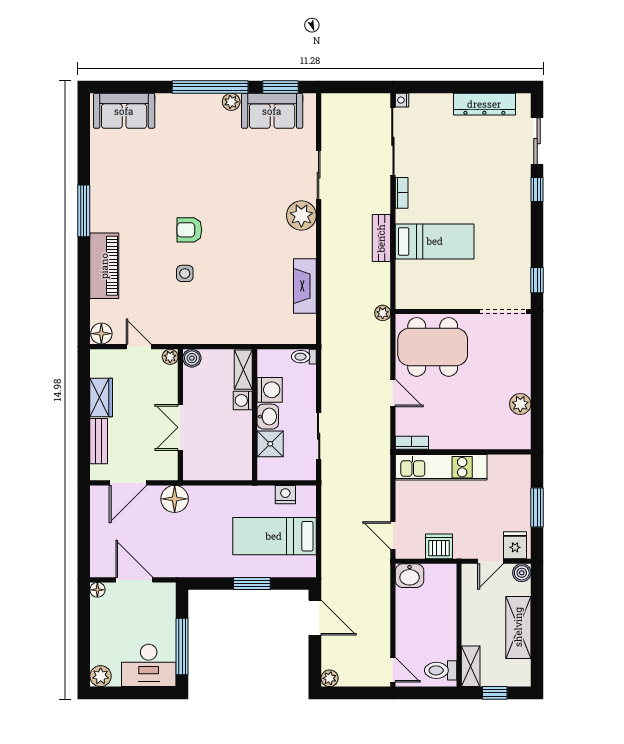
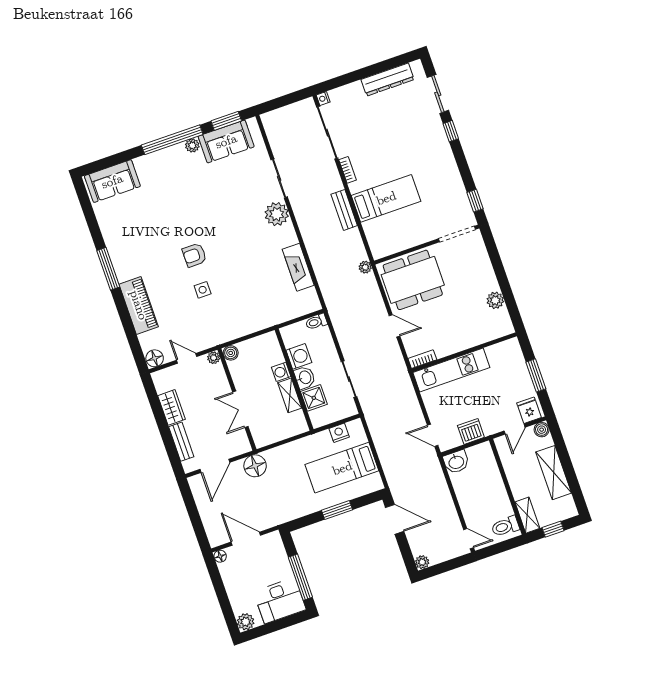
shelving: (243, 370) -> (290, 395), moved

